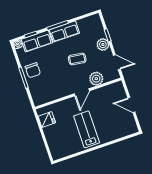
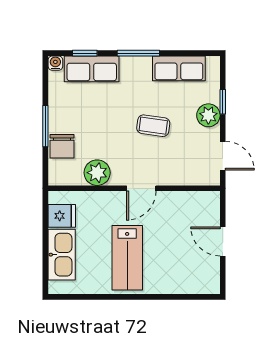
row of seats: (64, 31) -> (179, 68), moved
chair: (33, 70) -> (62, 146), moved
plant: (96, 79) -> (97, 173), moved
lab bench: (87, 129) -> (127, 258), turned 180
kitchen sink: (53, 139) -> (62, 255), added

